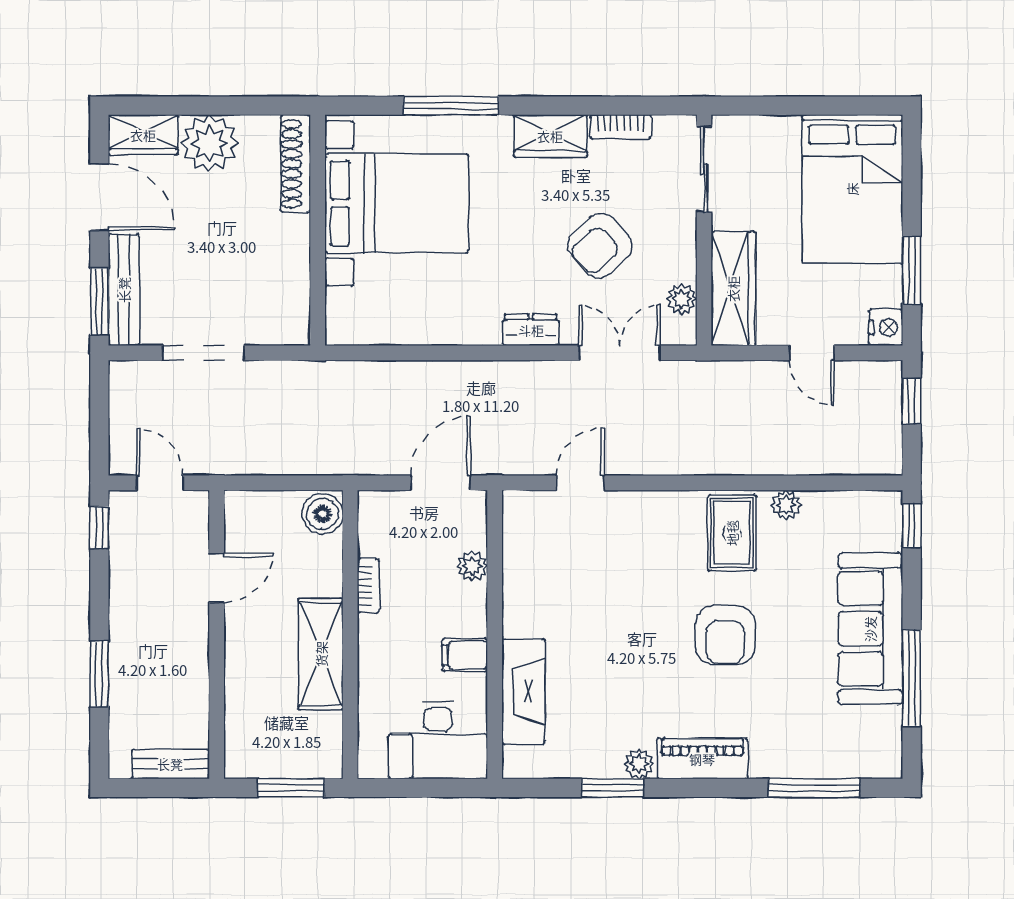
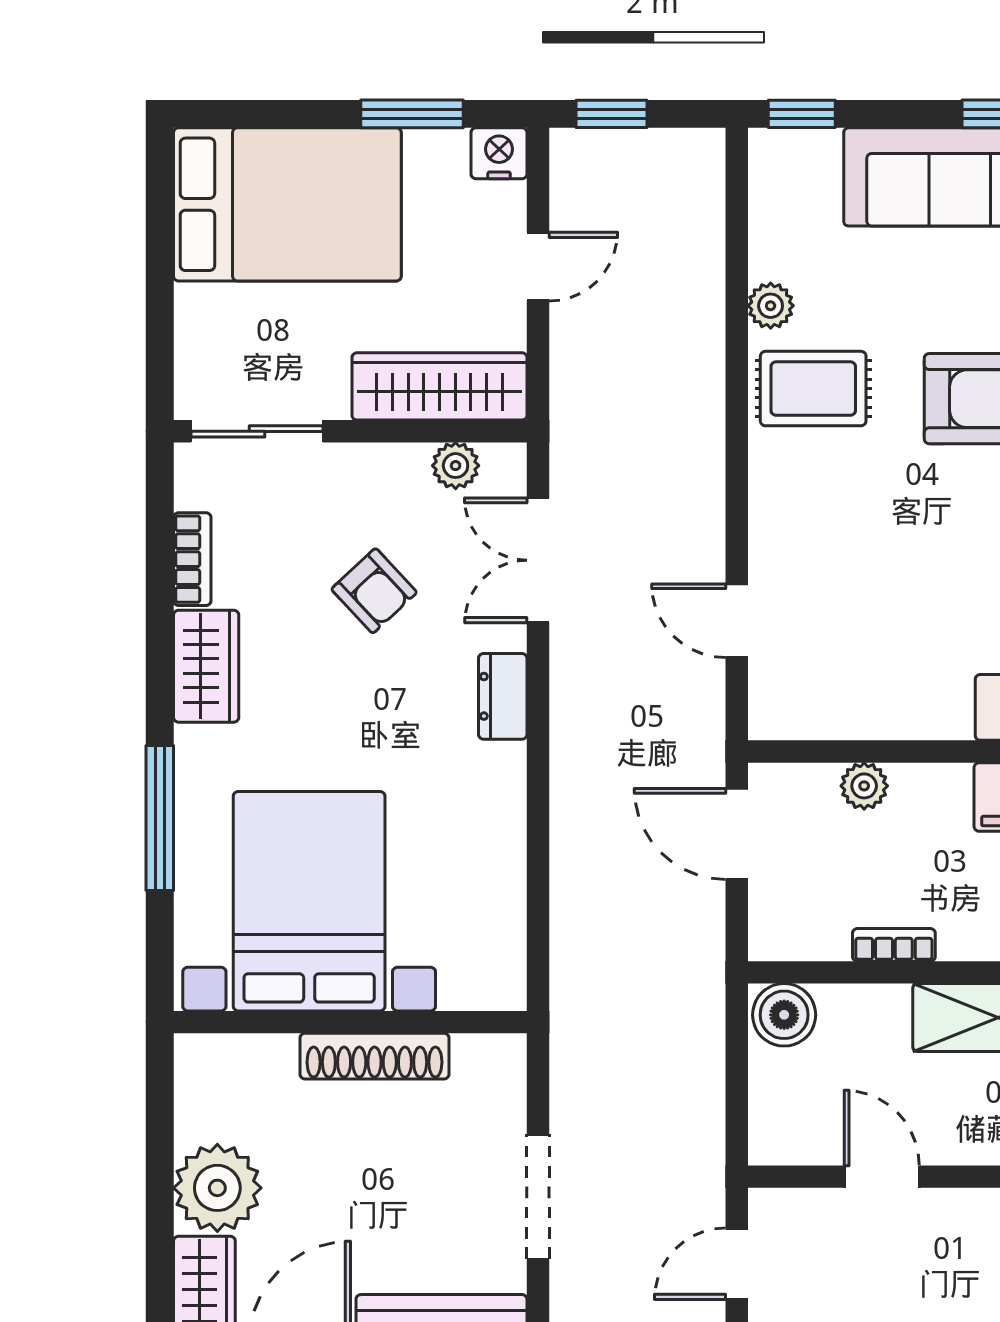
shoe rack: (295, 164) -> (374, 1056), moved
armchair: (600, 246) -> (374, 591), width x0.72, depth x0.72

